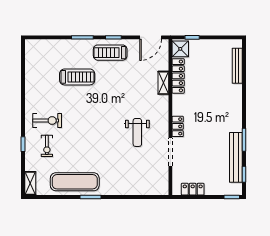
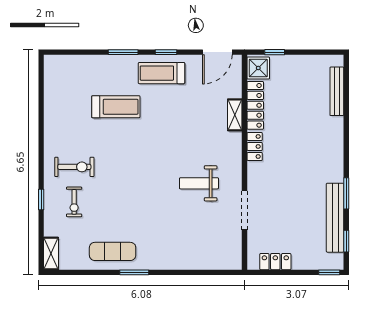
locker: (178, 126) -> (255, 146), moved
weight bench: (137, 132) -> (199, 183), turned 90
exercise mat: (75, 182) -> (113, 251), width x0.73, depth x0.69

